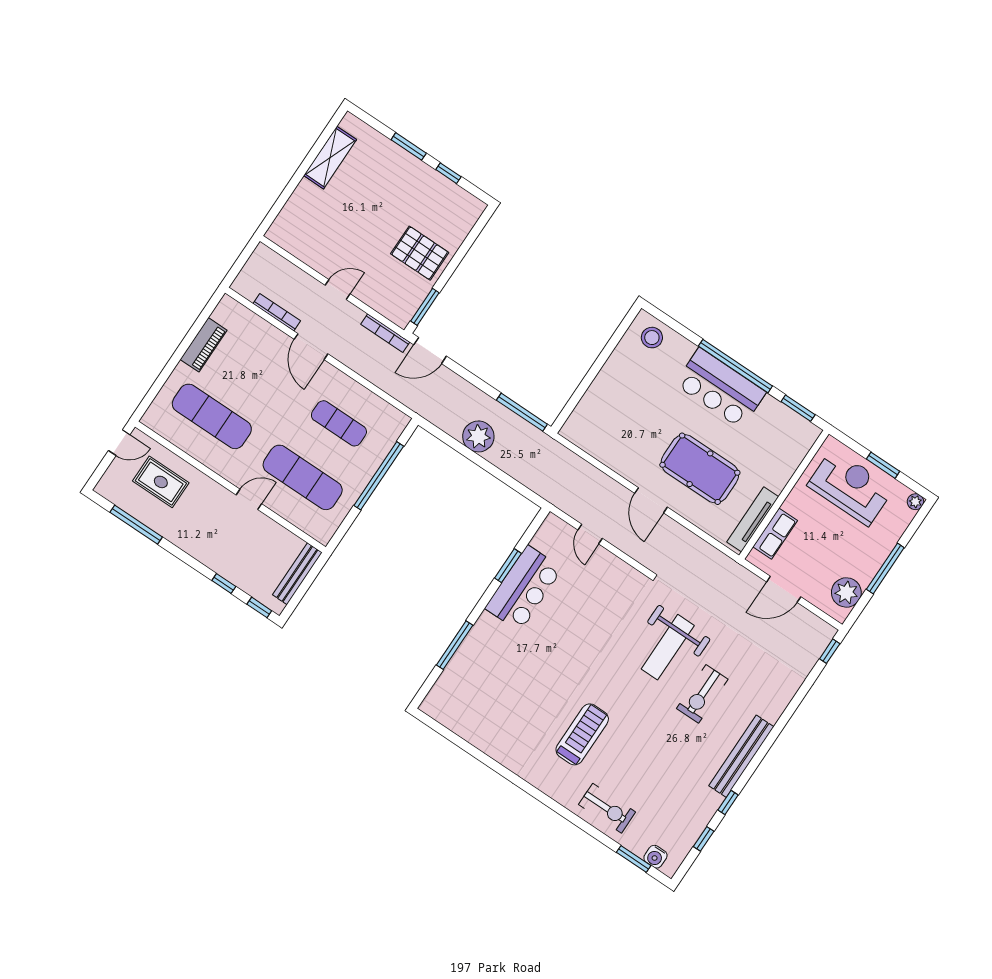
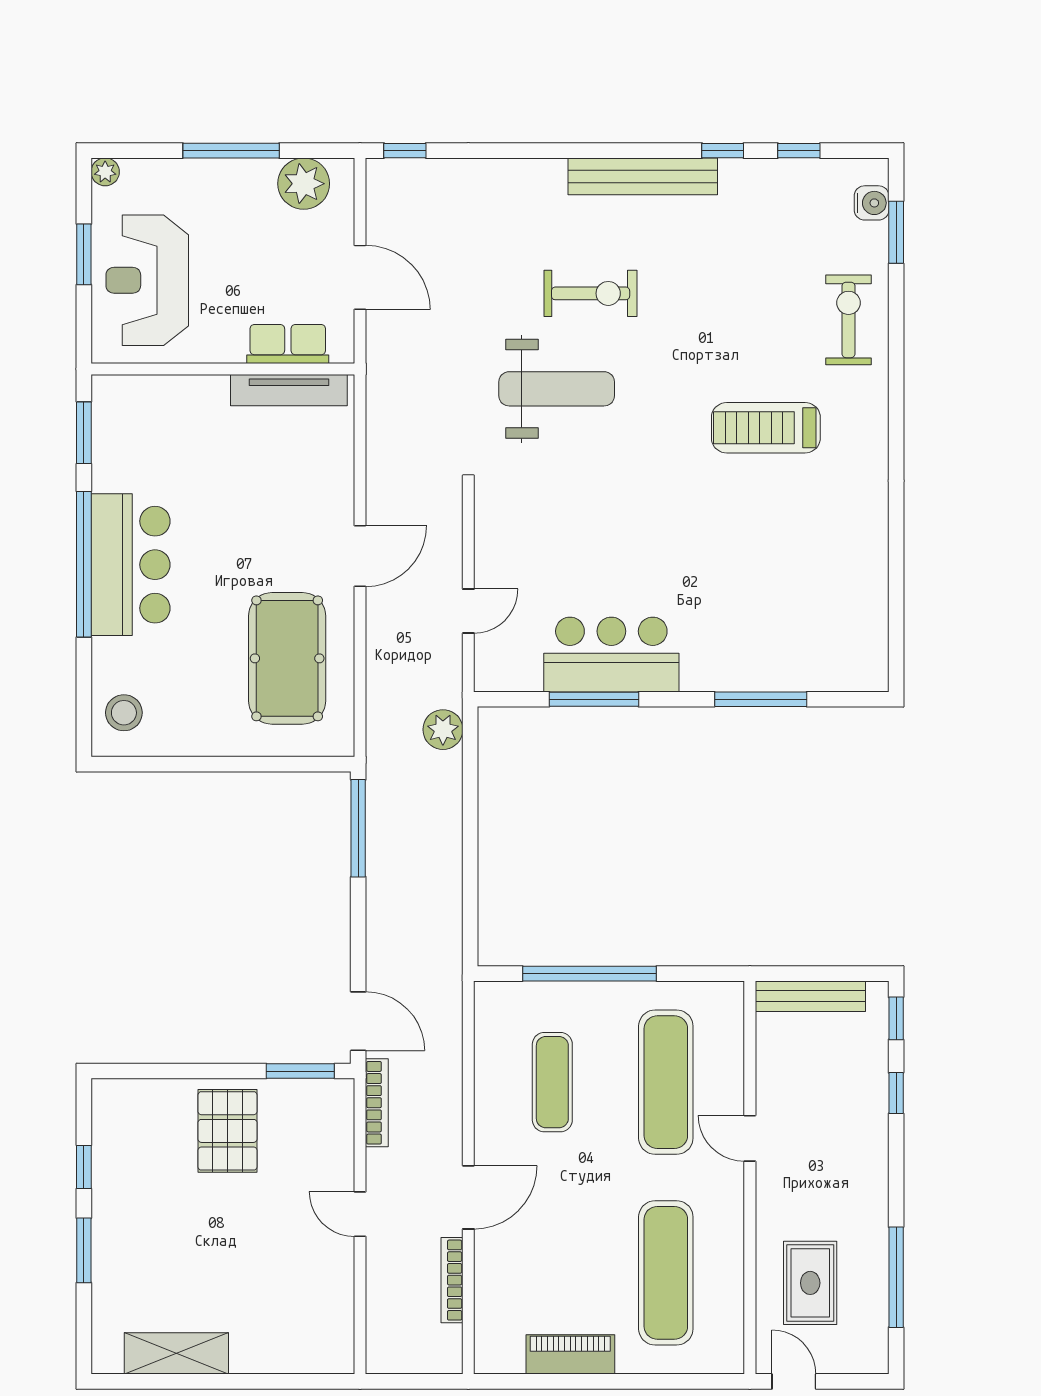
plant: (478, 436) -> (443, 730), moved, width x0.73, depth x0.73
pool table: (700, 469) -> (287, 658), moved
window: (508, 566) -> (594, 699), width x1.44

